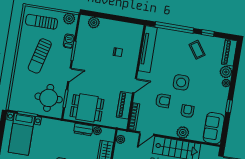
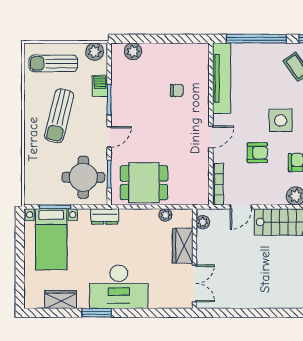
piano: (124, 105) -> (200, 169), removed
dresser: (83, 129) -> (105, 216), moved

